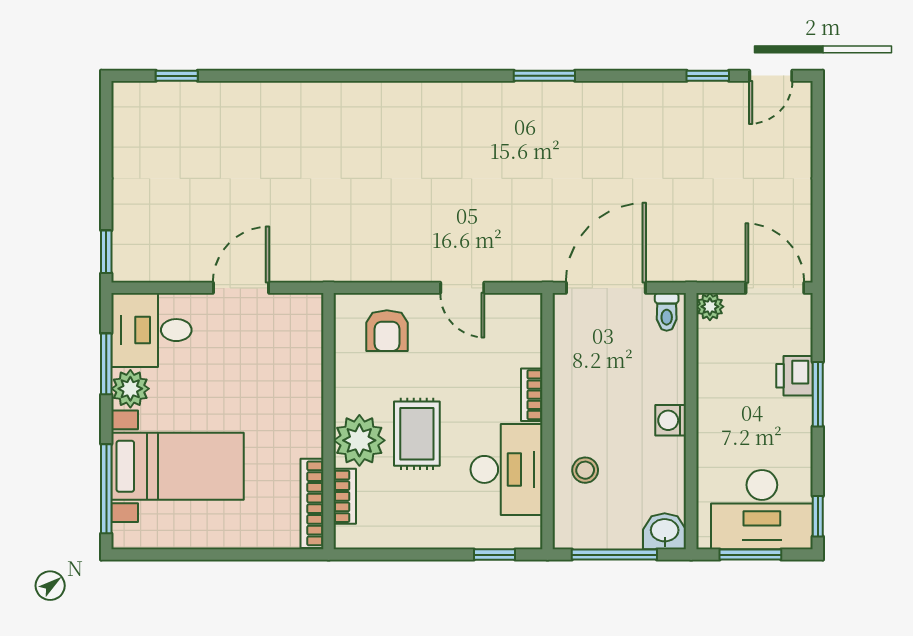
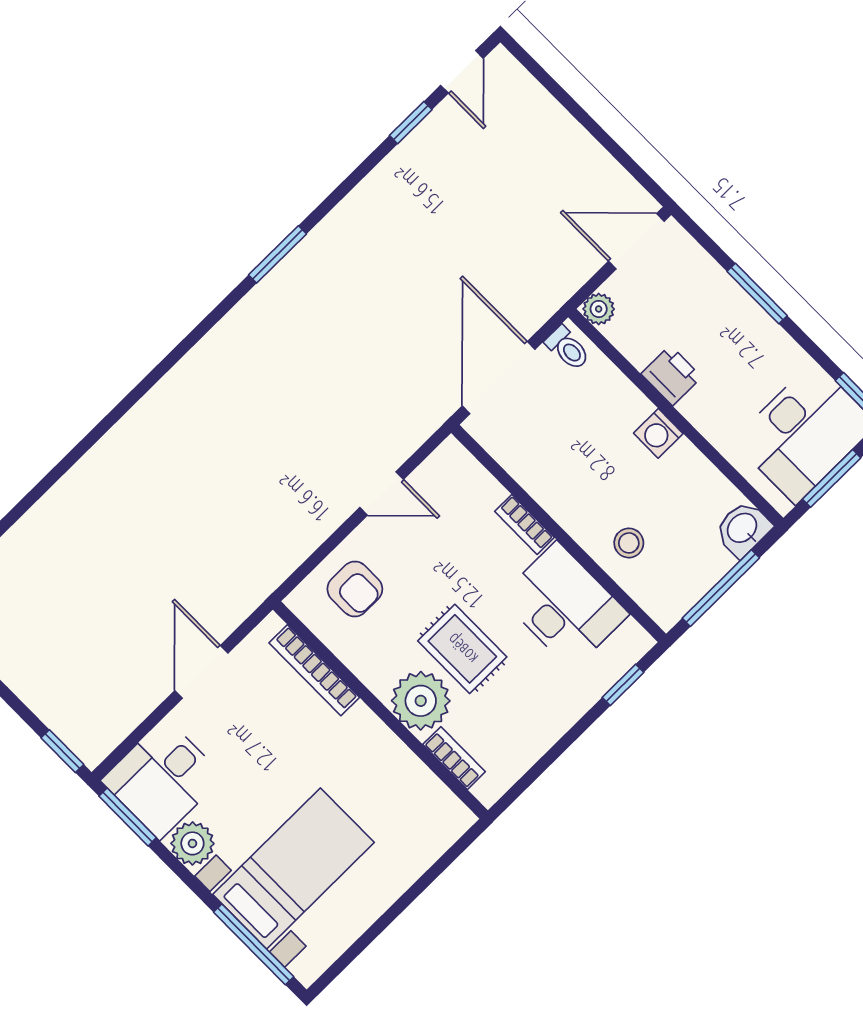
window: (106, 364) -> (128, 817), moved
printer: (795, 376) -> (671, 375), moved, turned 180
bookcase: (312, 503) -> (314, 670), moved

